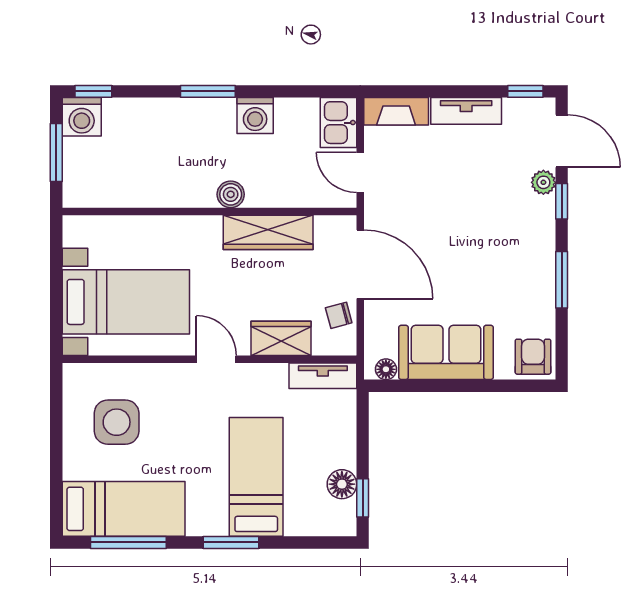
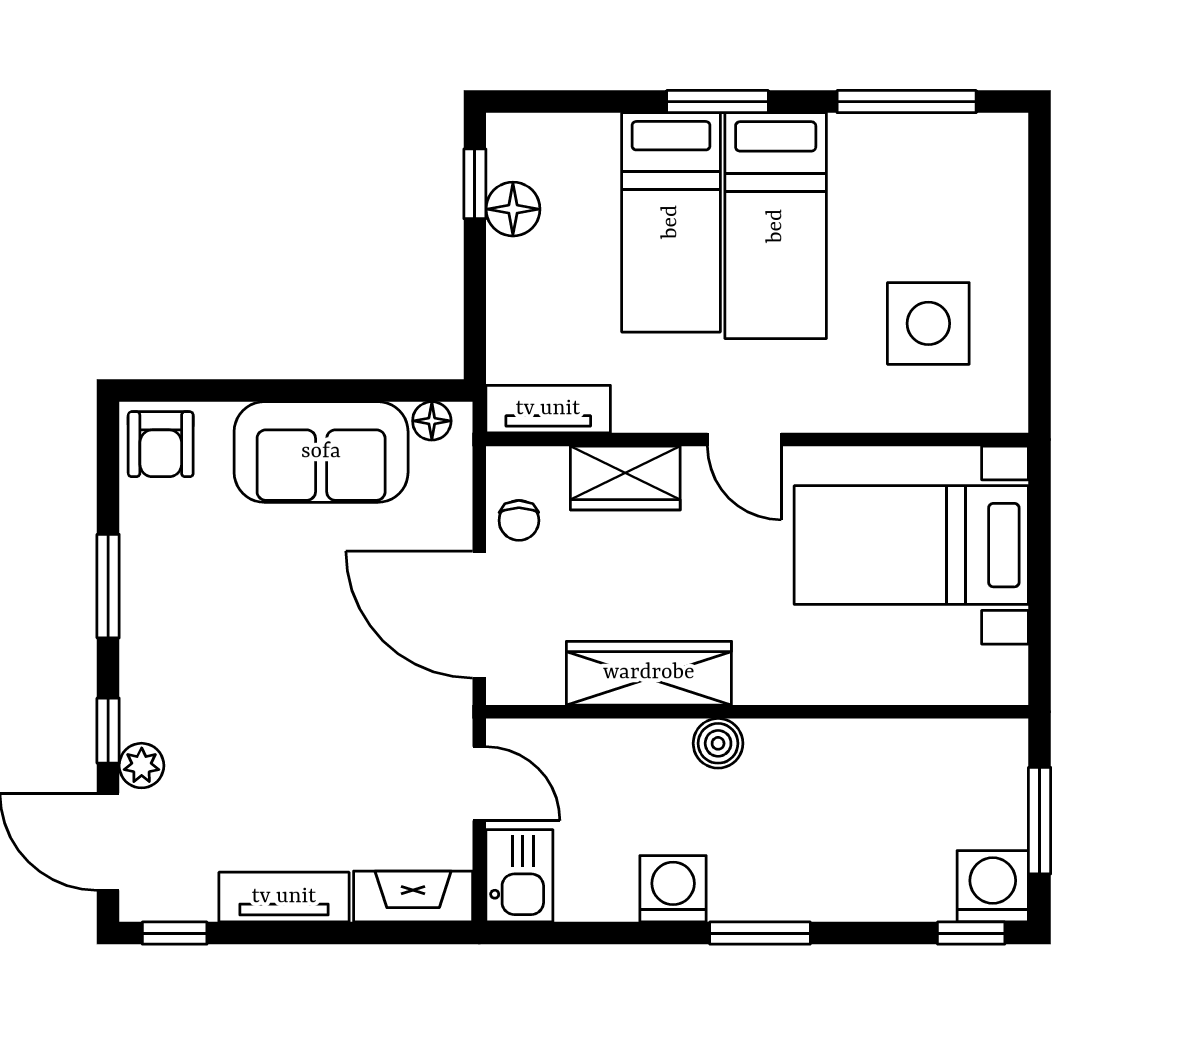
chair: (339, 315) -> (519, 520), turned 105
bed: (124, 509) -> (776, 226), moved, turned -90

